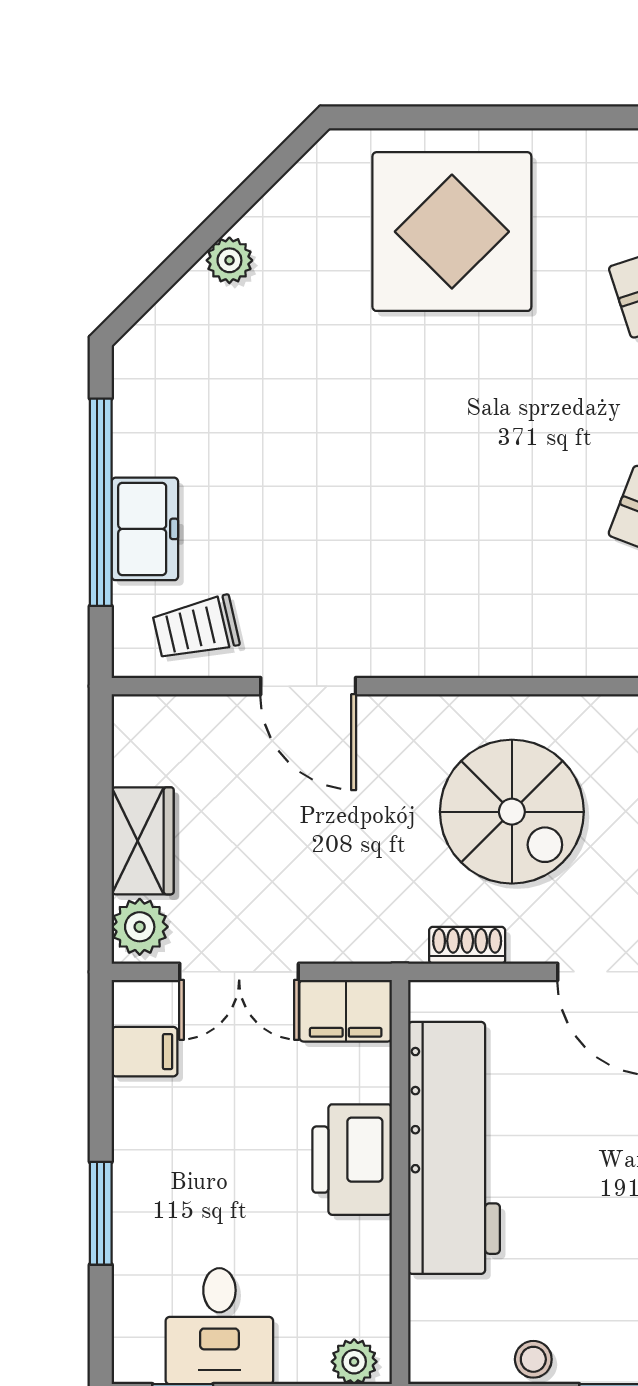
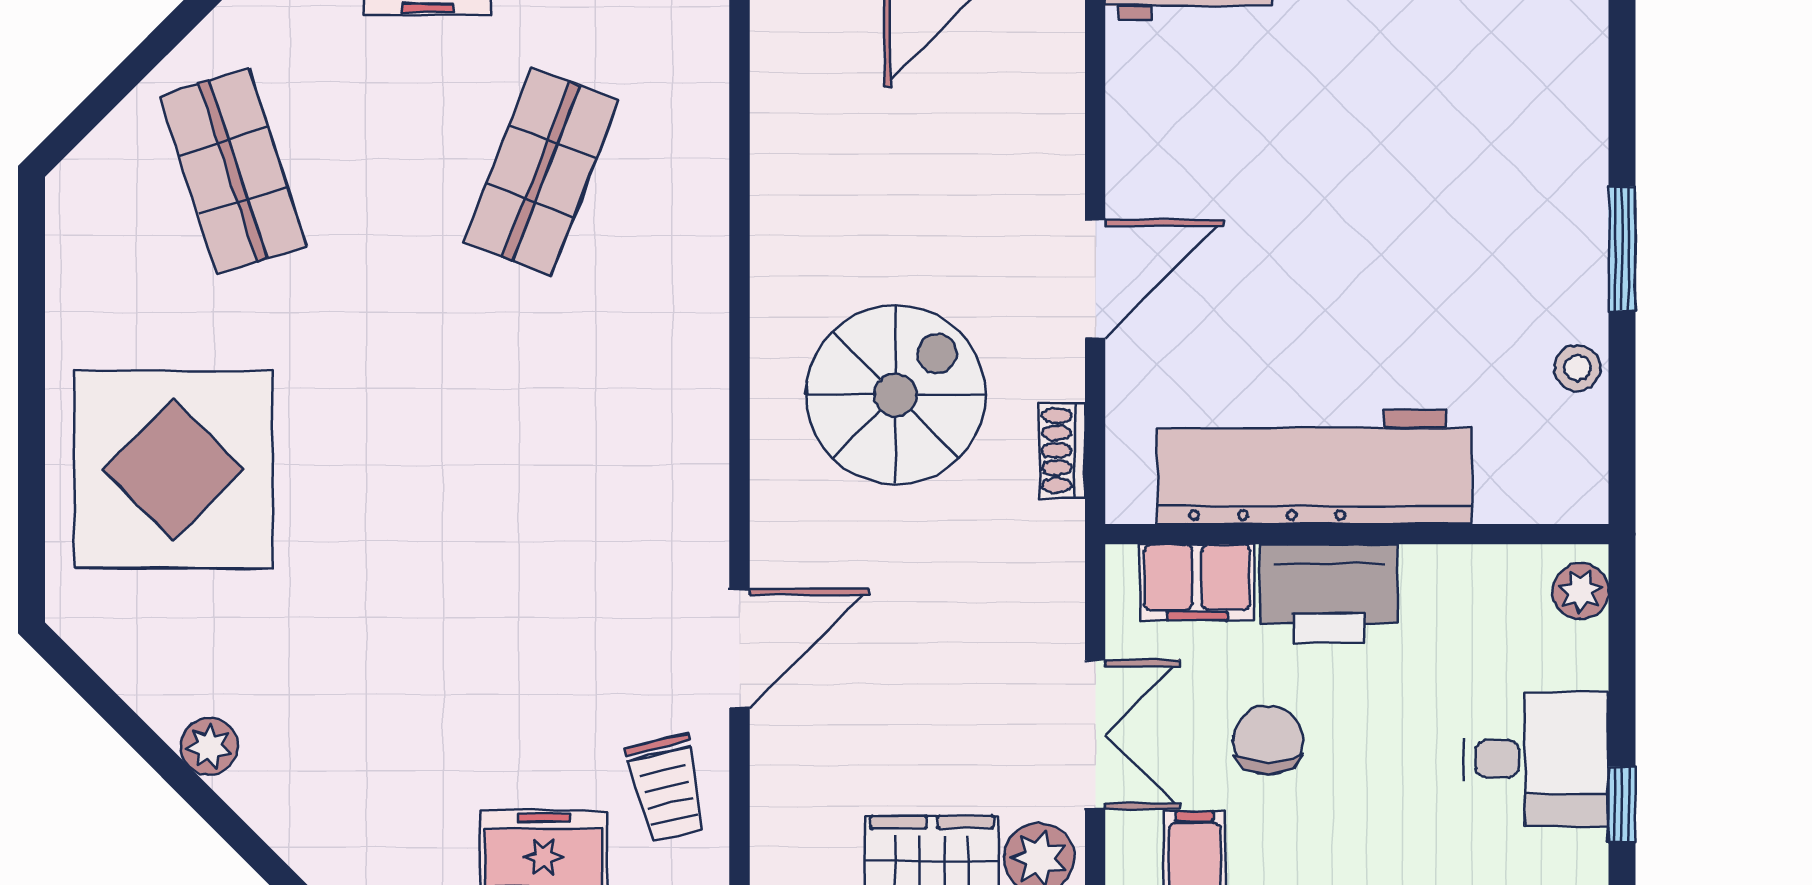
filing cabinet: (346, 1011) -> (1197, 583), moved, turned 90
chair: (234, 1111) -> (1268, 740), added

